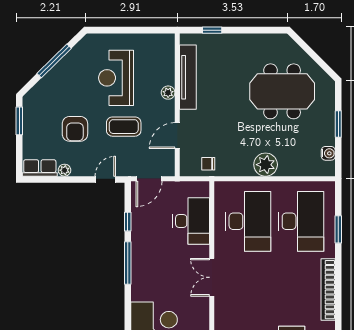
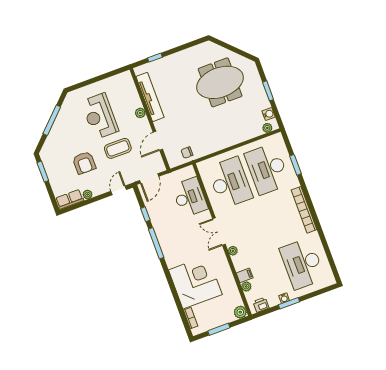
plant: (266, 165) -> (267, 128), moved, width x0.53, depth x0.53
desk: (301, 221) -> (267, 169), turned 180
plant: (220, 308) -> (233, 251), added

